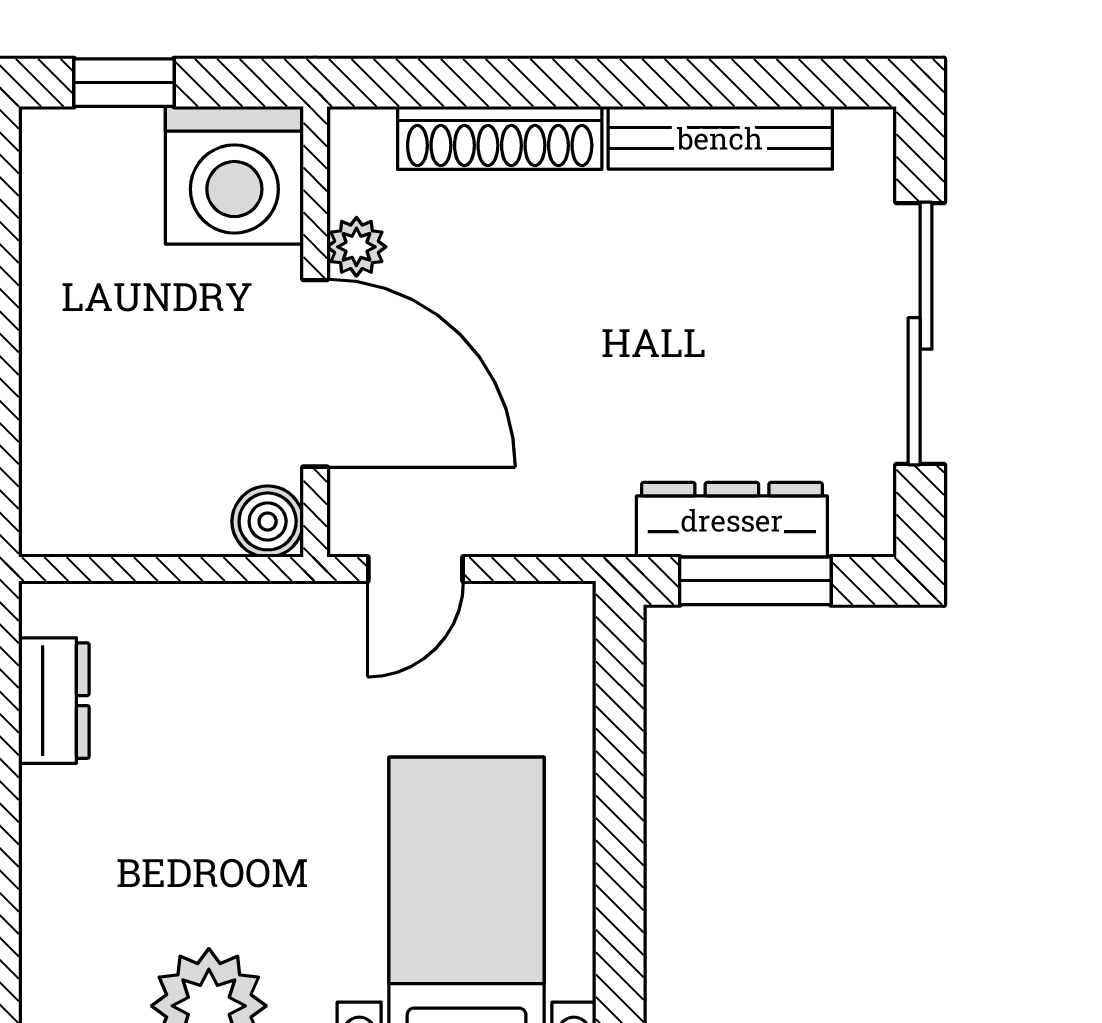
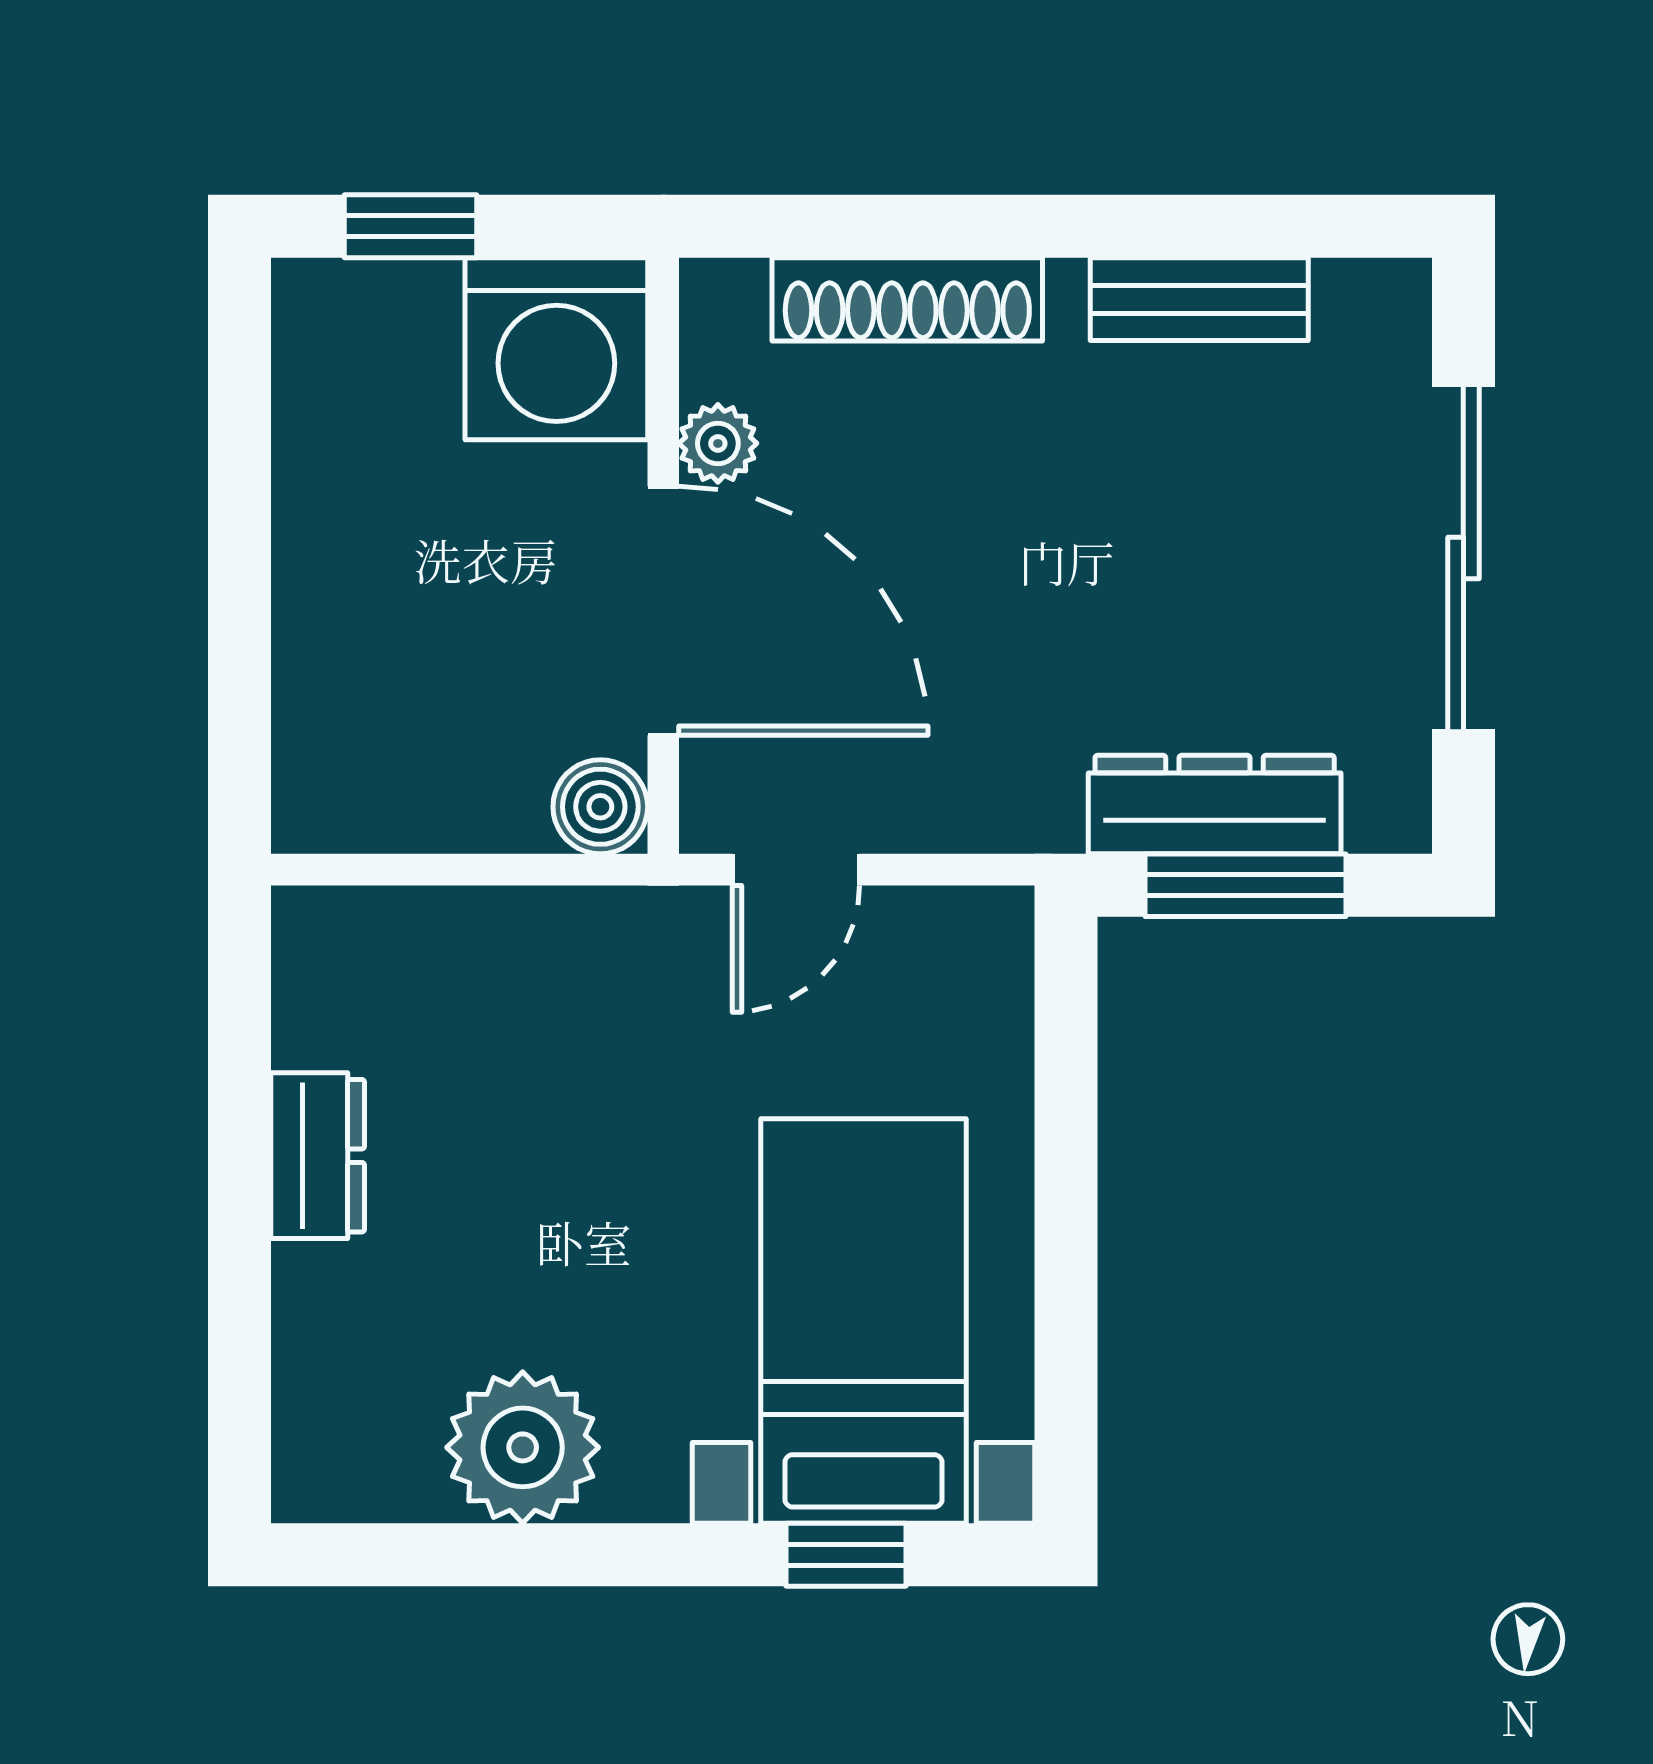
bench: (720, 138) -> (1199, 299), width x0.73
dresser: (54, 701) -> (318, 1156), moved

